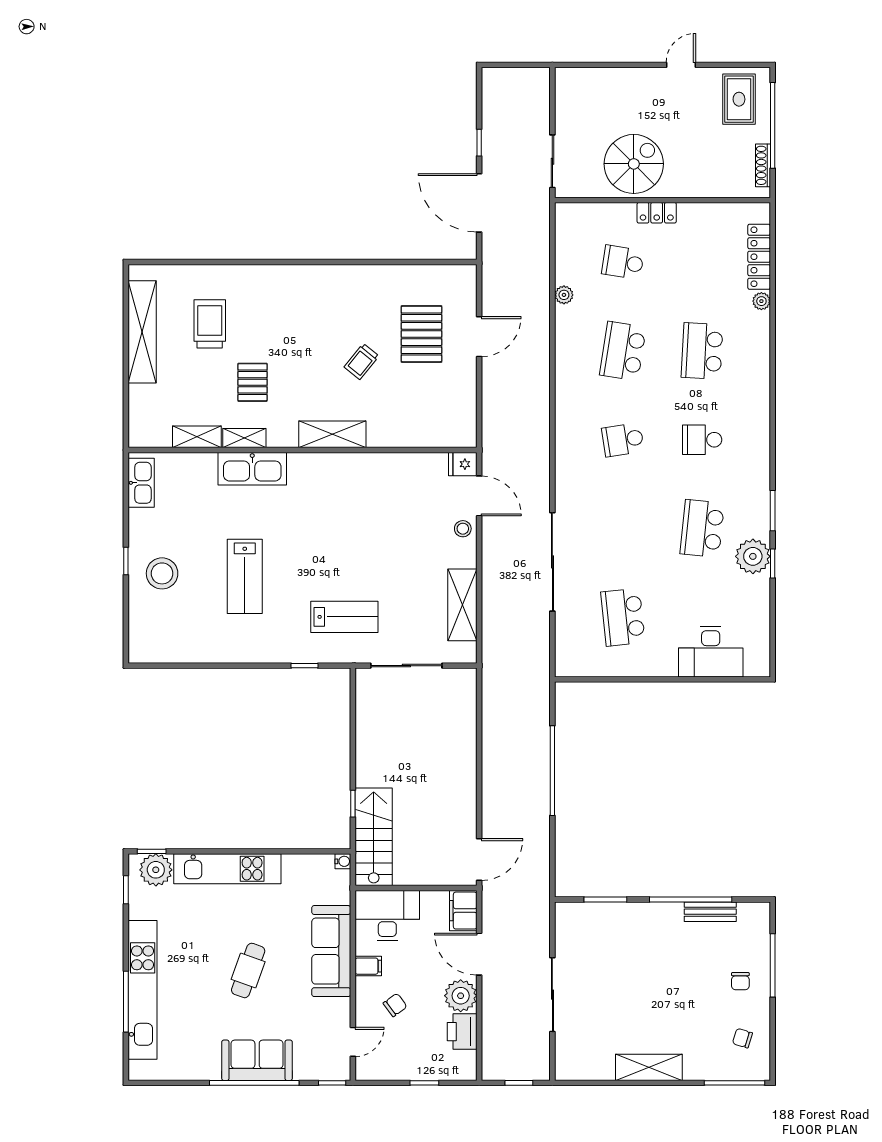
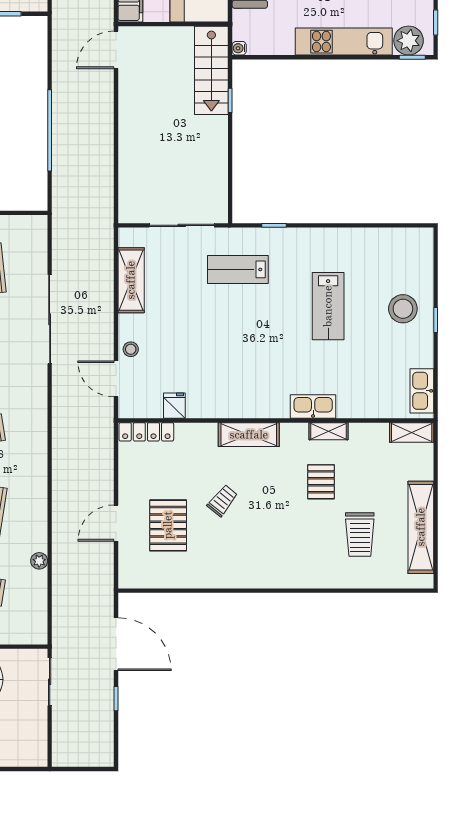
shelving: (197, 437) -> (412, 432), moved
locker: (446, 437) -> (146, 432), added
fridge: (463, 464) -> (174, 406), moved, turned -90
kitchen sink: (252, 469) -> (313, 406), width x0.73, depth x0.81
lab bench: (245, 576) -> (328, 306), turned 180

